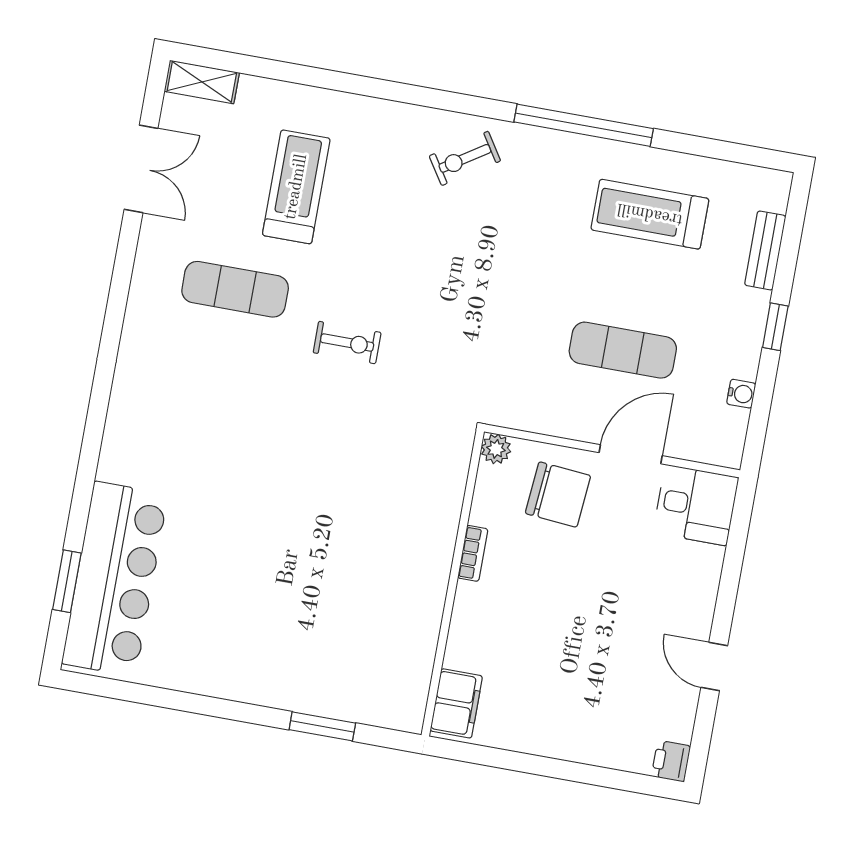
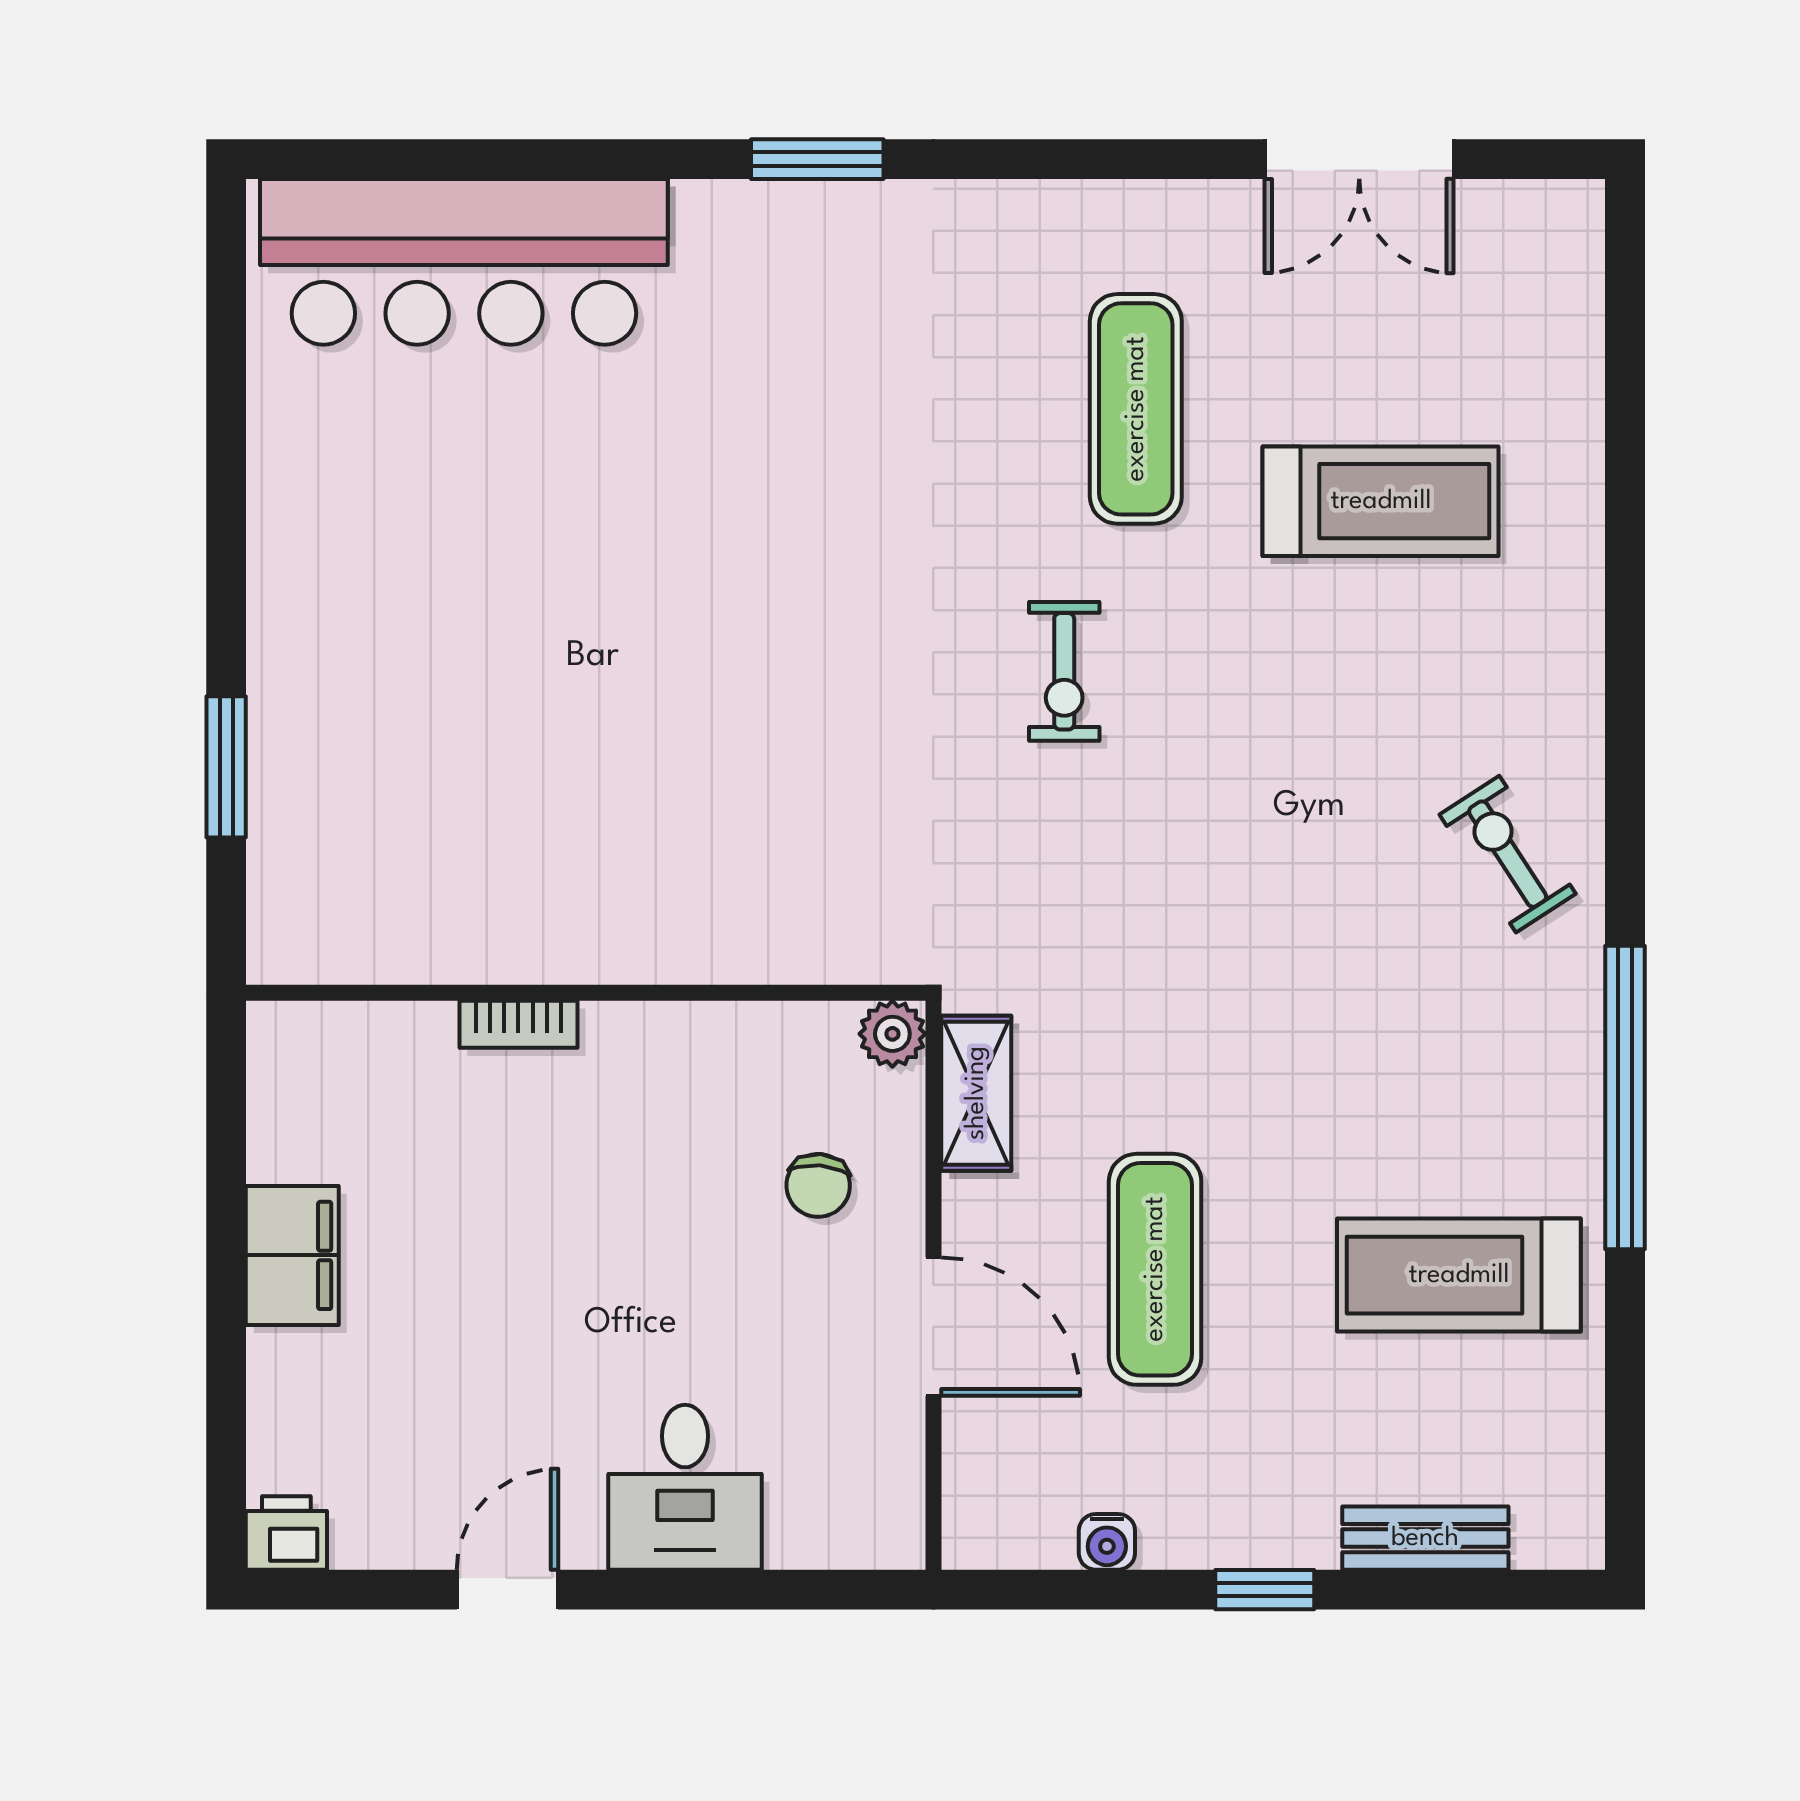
shelving: (202, 82) -> (976, 1093), moved
treadmill: (650, 214) -> (1459, 1275), turned -90
chair: (558, 494) -> (818, 1185), width x0.54, depth x0.54
desk: (696, 505) -> (685, 1487), moved
bookcase: (473, 553) -> (518, 1024), moved
window: (67, 581) -> (817, 159), moved
filing cabinet: (456, 703) -> (292, 1255), moved, turned -90

